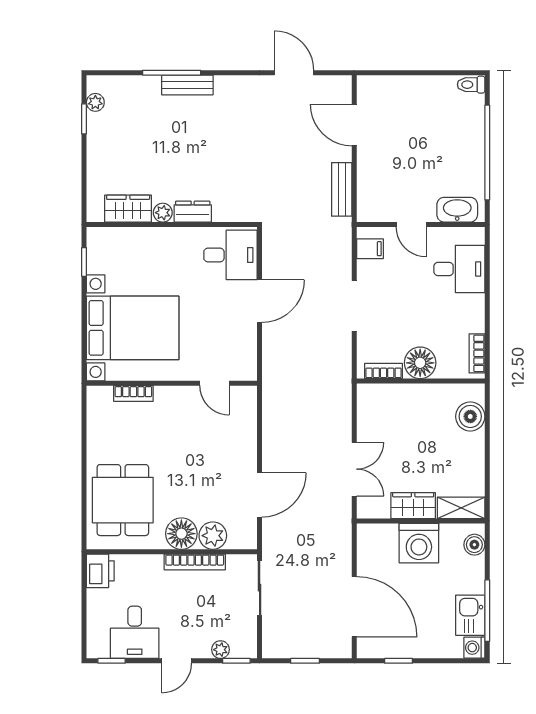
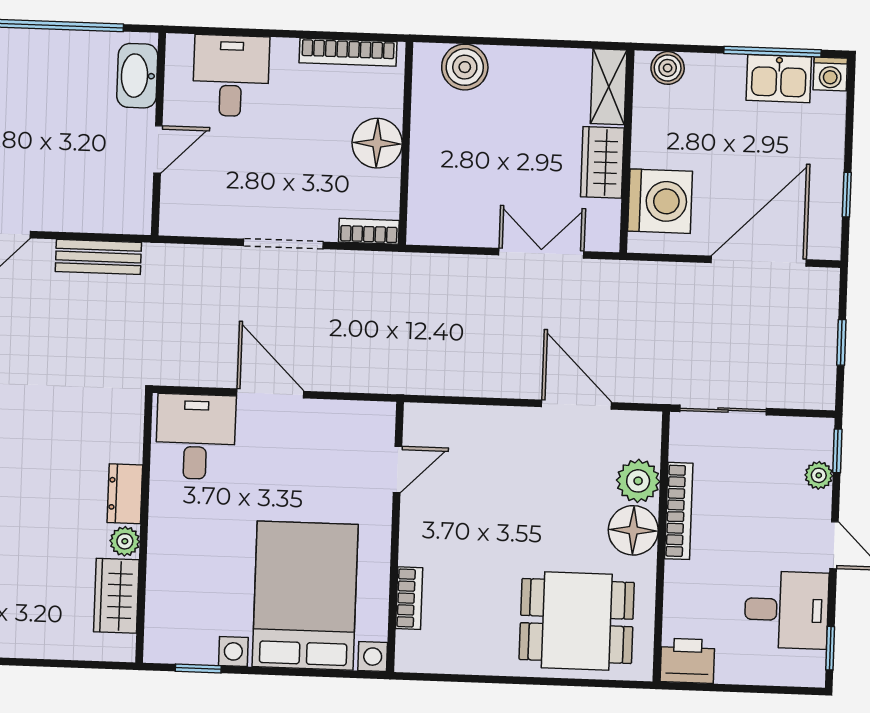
filing cabinet: (370, 249) -> (194, 216), removed
bookcase: (477, 353) -> (348, 52), width x1.56
bookcase: (384, 371) -> (369, 231), moved, turned 90
washing machine: (419, 543) -> (660, 201), moved

